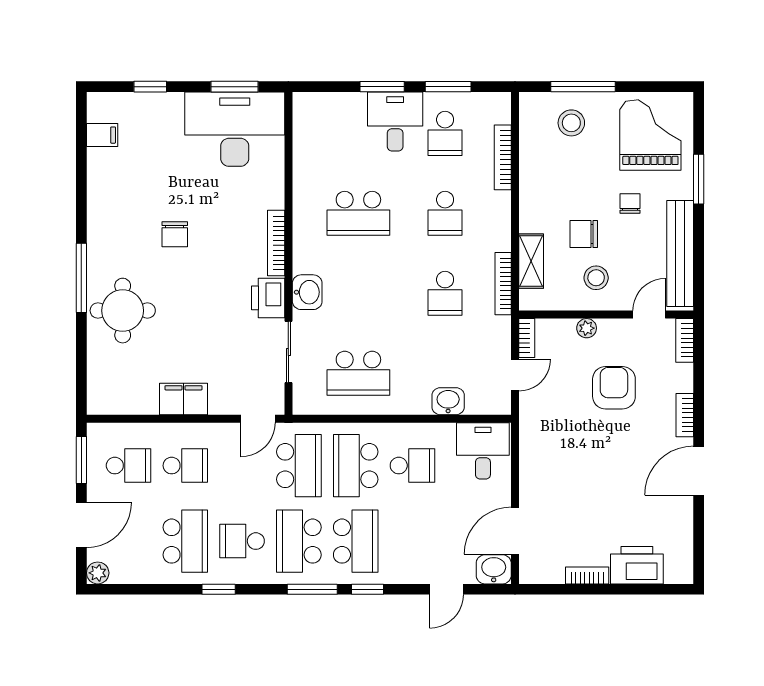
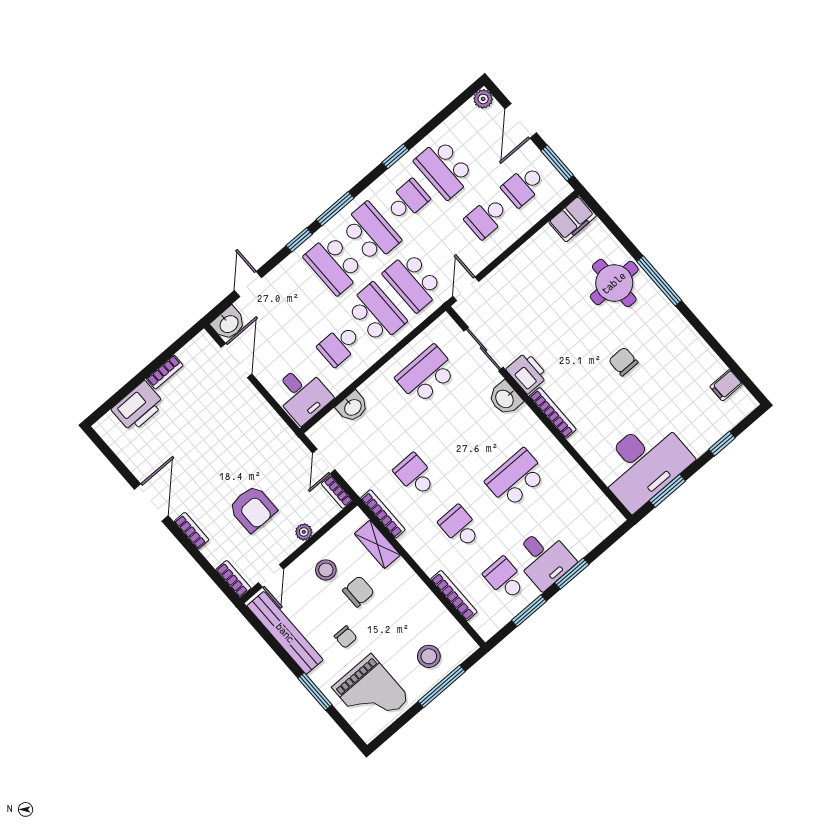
filing cabinet: (183, 399) -> (573, 219), moved

